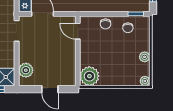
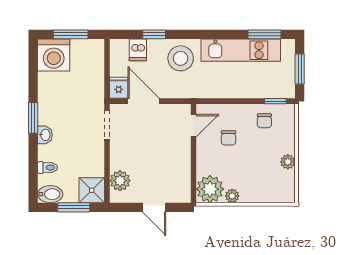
chair: (105, 24) -> (229, 138), moved
door: (78, 31) -> (193, 126), swing flipped
plant: (145, 81) -> (232, 196), moved

